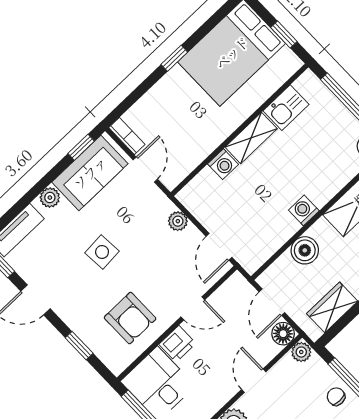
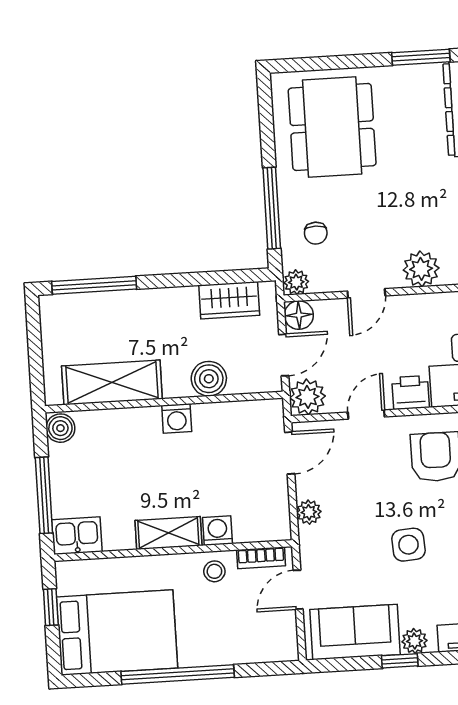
window: (174, 58) -> (178, 674), width x3.17
kitchen sink: (286, 108) -> (77, 536), moved
bookcase: (127, 136) -> (261, 558), moved, turned -90
stool: (204, 138) -> (214, 571), added
window: (81, 147) -> (400, 661), moved
plant: (237, 289) -> (307, 397), added
door: (193, 308) -> (366, 415), hinge flipped
chair: (336, 397) -> (316, 233), moved

